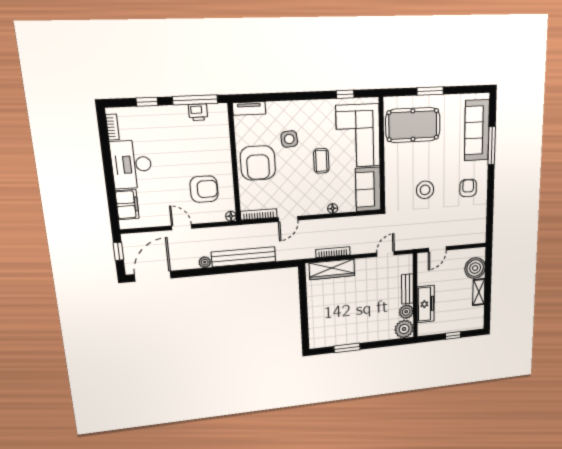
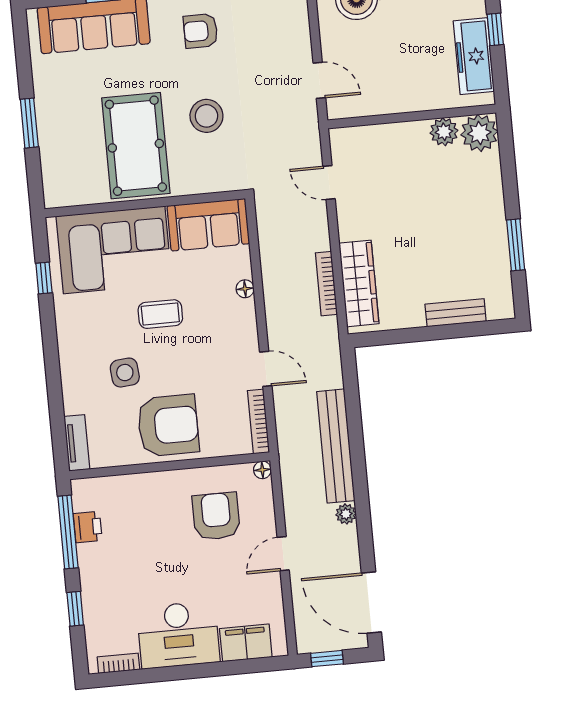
pool table: (413, 125) -> (136, 146), moved
bench: (407, 289) -> (456, 313), moved
freezer: (426, 304) -> (474, 56), moved, turned -90

